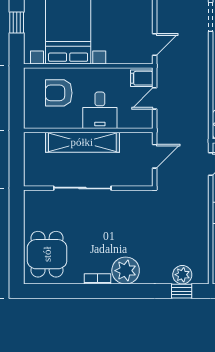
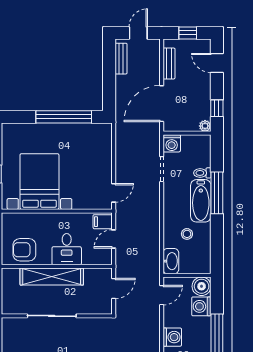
armchair: (59, 93) -> (24, 250), moved

